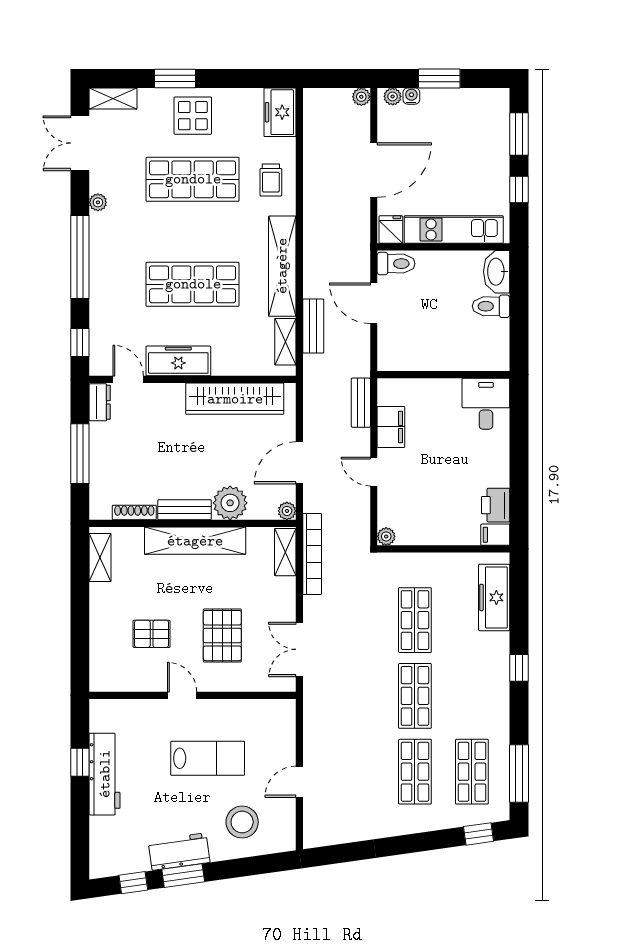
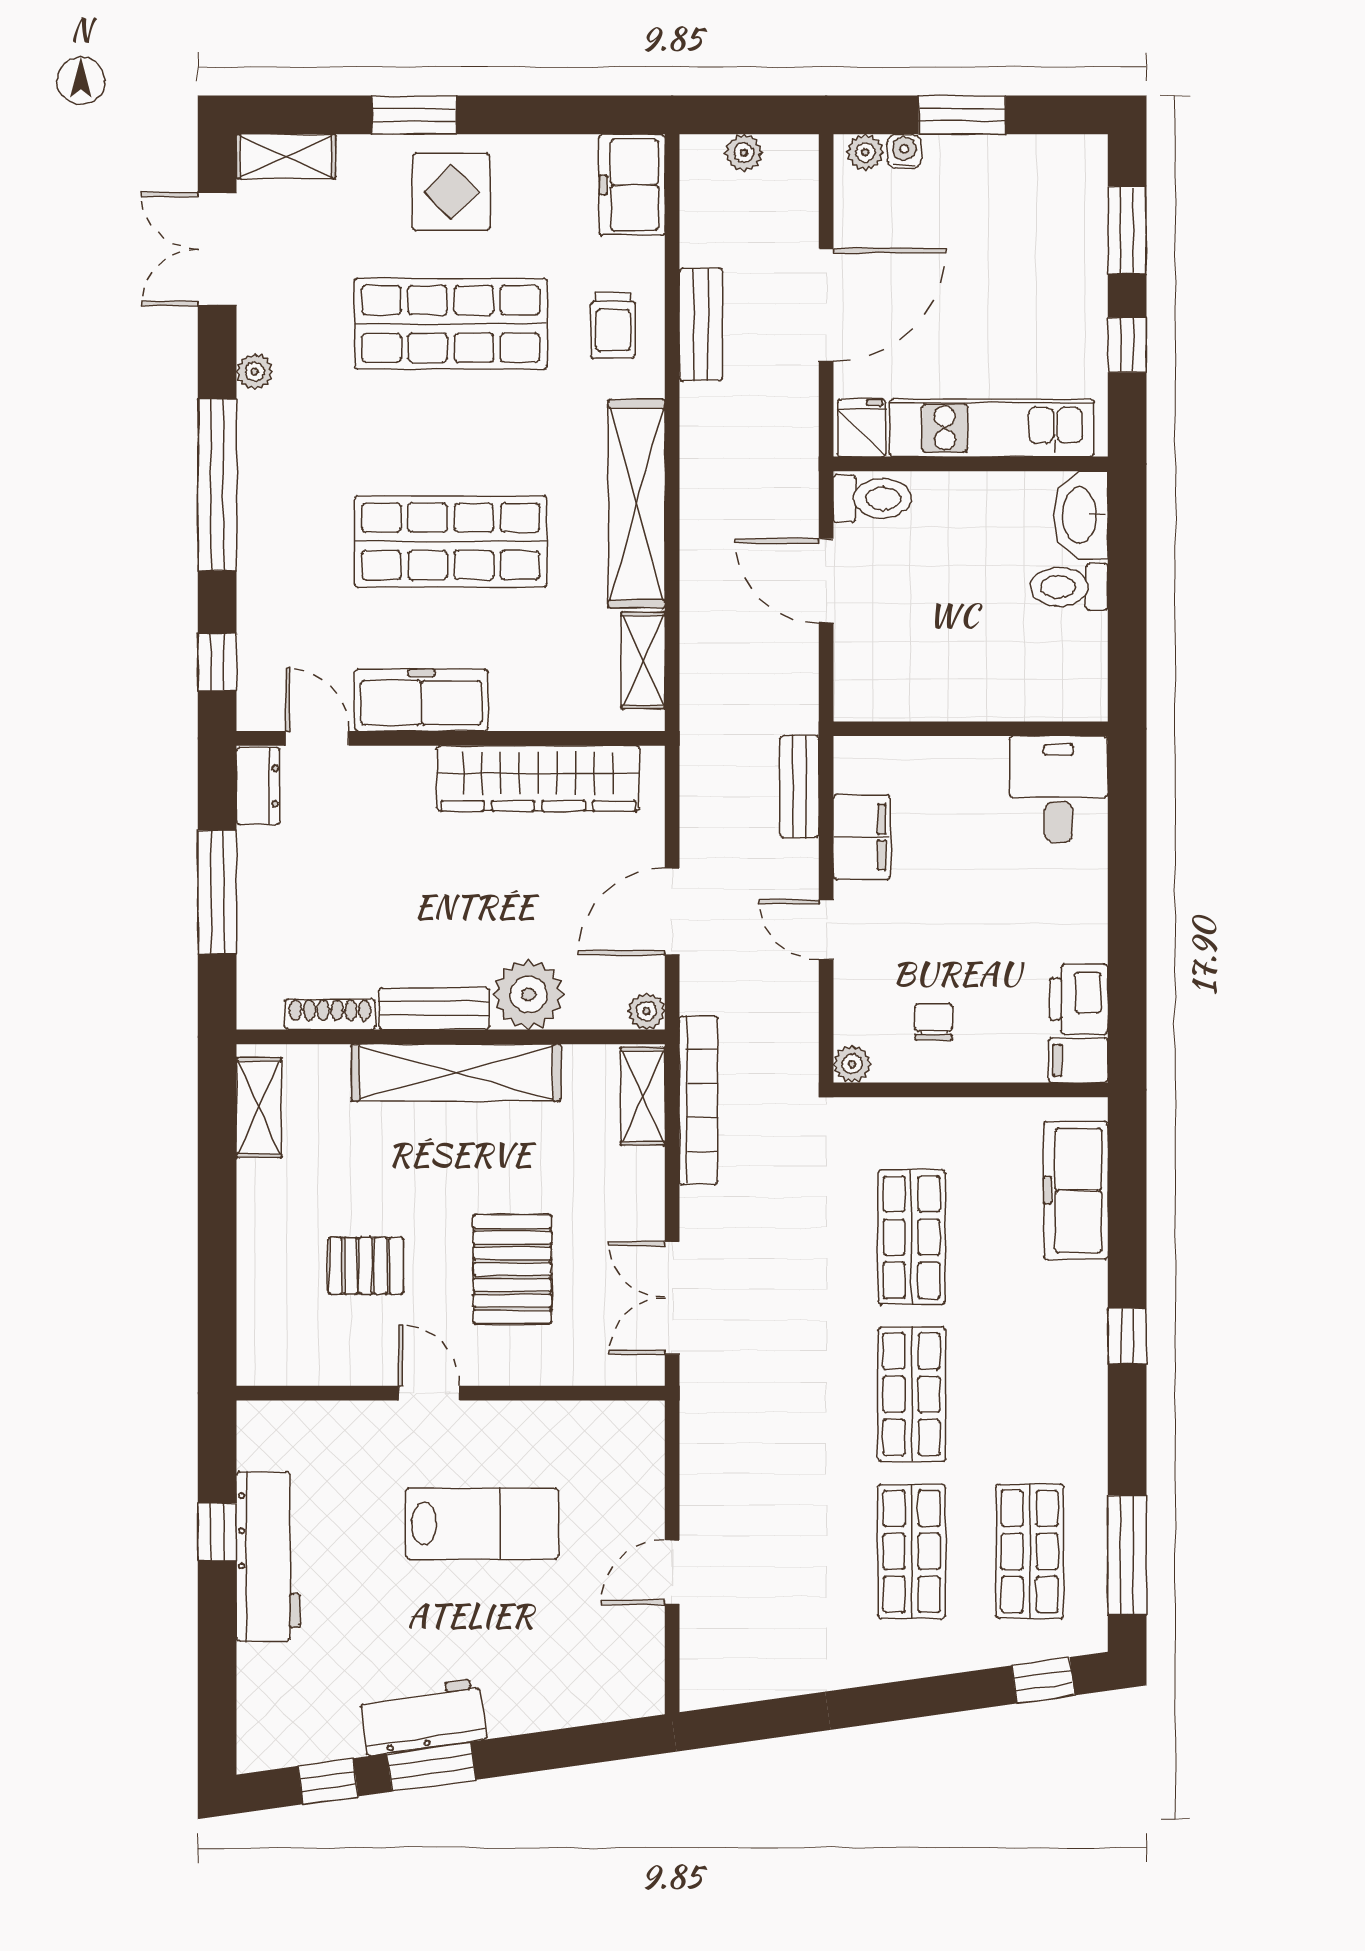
plant: (361, 97) -> (744, 153), moved
bench: (313, 326) -> (701, 325), moved
chair: (426, 516) -> (934, 1022), added
stool: (242, 822) -> (553, 1656), removed

